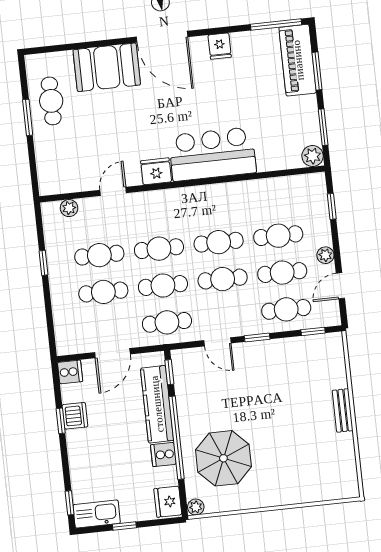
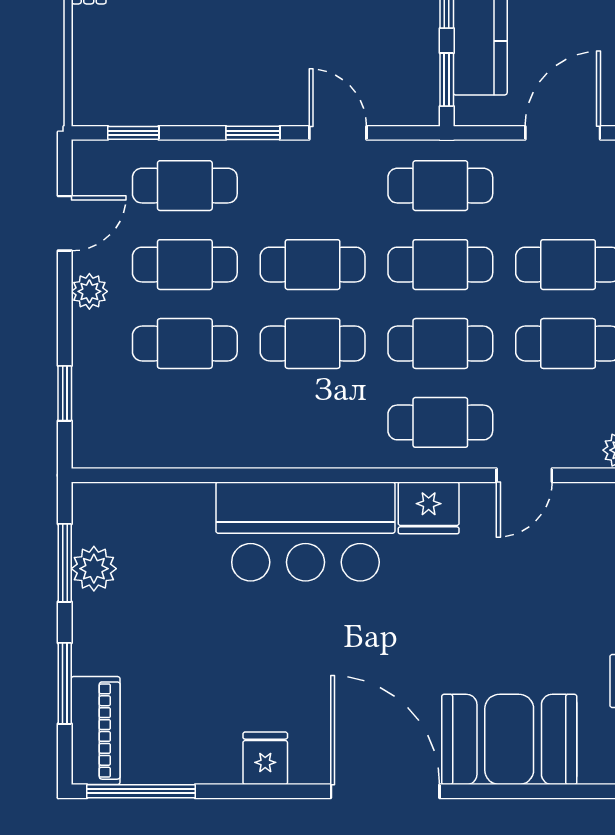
piano: (298, 60) -> (96, 731), width x0.73, depth x0.75
plant: (313, 156) -> (94, 569), moved
cafe table: (155, 212) -> (440, 422), added

